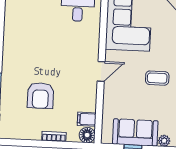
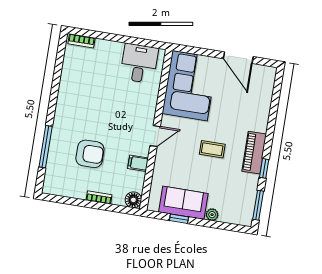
armchair: (40, 96) -> (90, 154), turned -90
filing cabinet: (87, 119) -> (138, 163), moved

